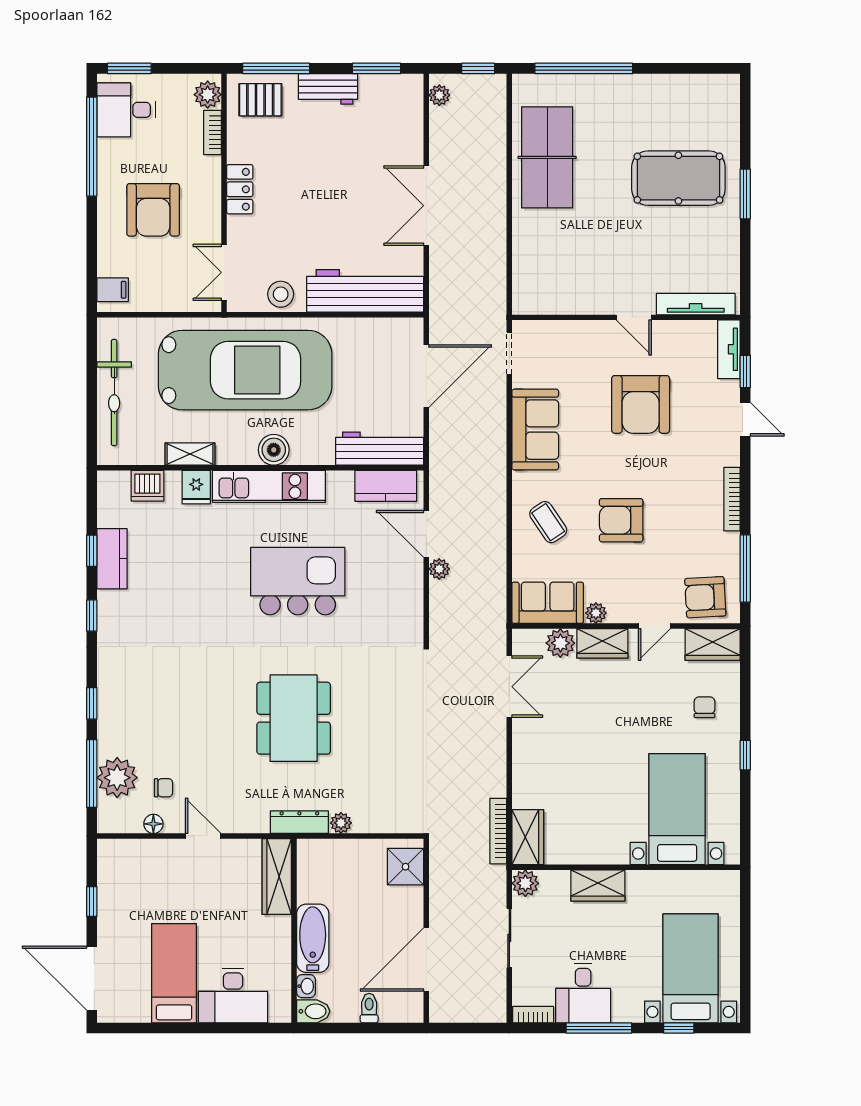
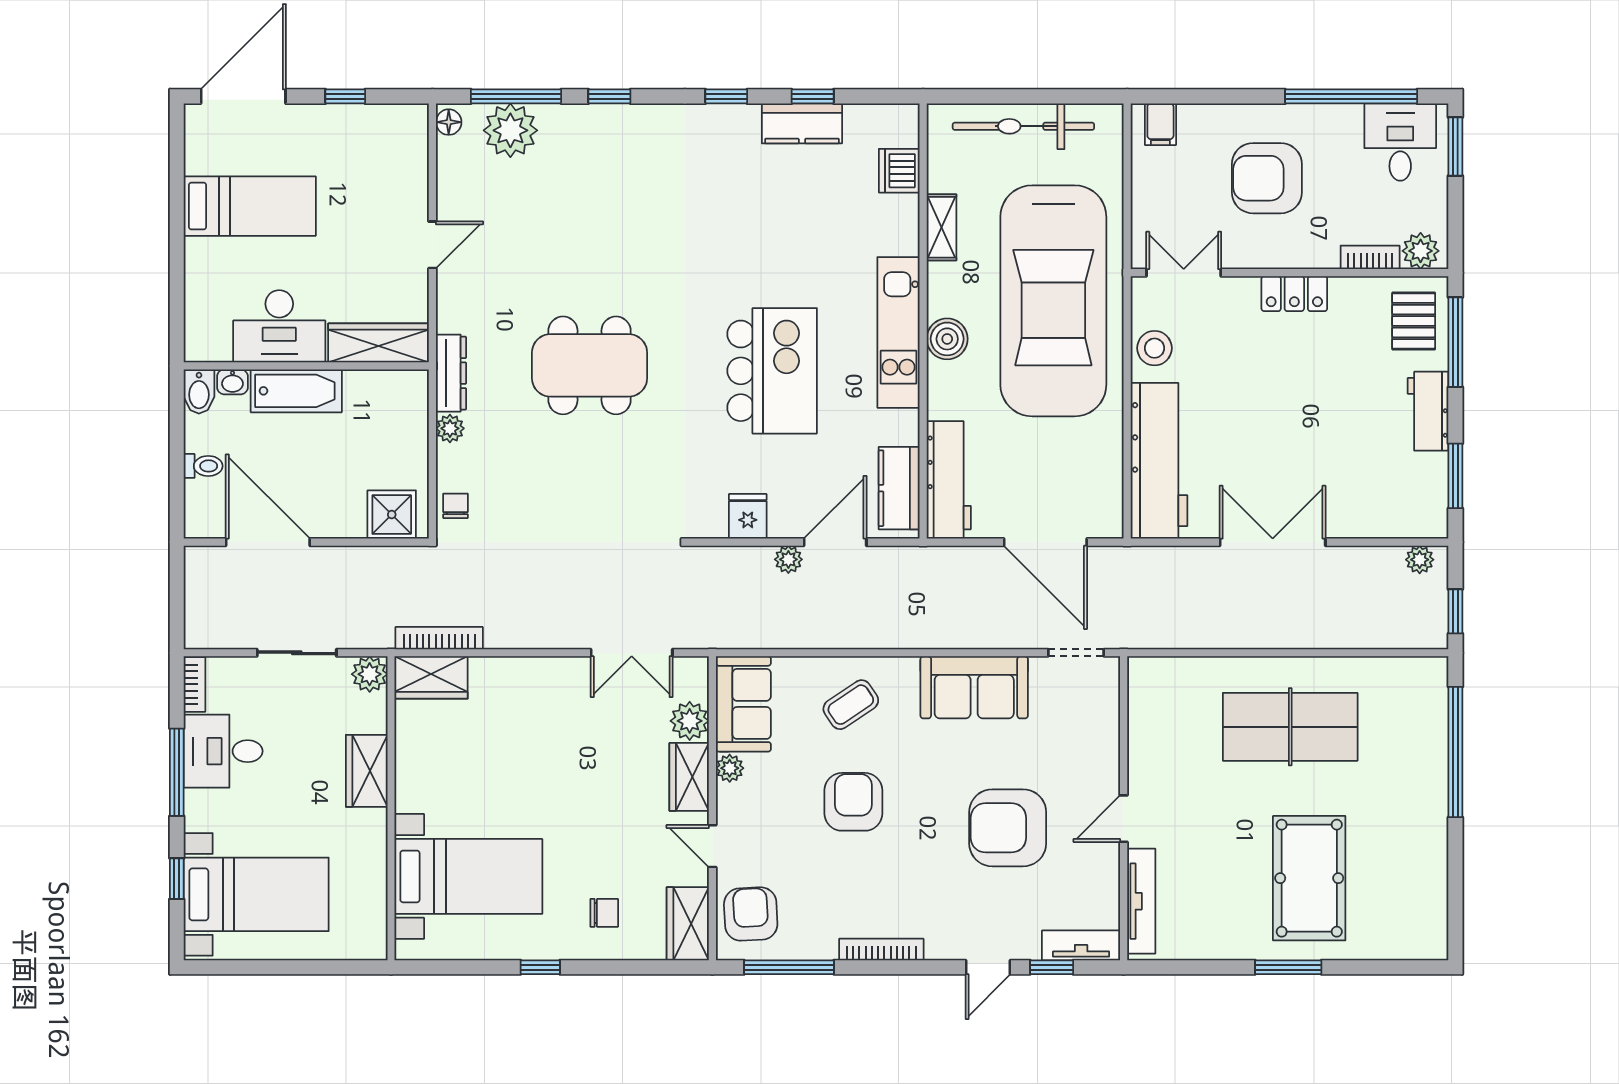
table tennis table: (547, 157) -> (1290, 727), moved
fridge: (196, 487) -> (748, 516), moved, turned 90
chair: (163, 788) -> (455, 506), moved, turned 180
floor lamp: (153, 824) -> (449, 122), moved
desk: (233, 996) -> (279, 326), moved, turned -90

